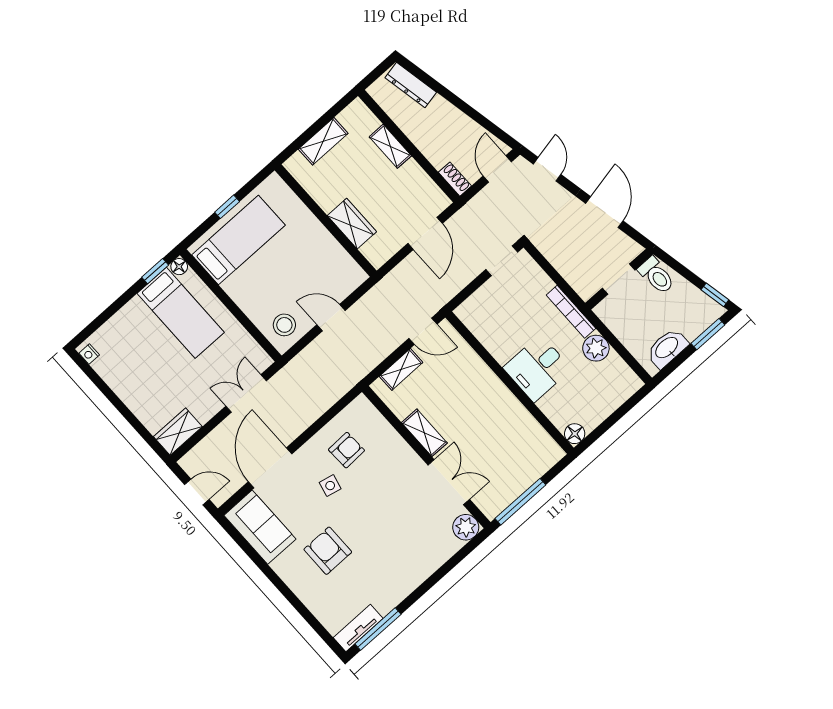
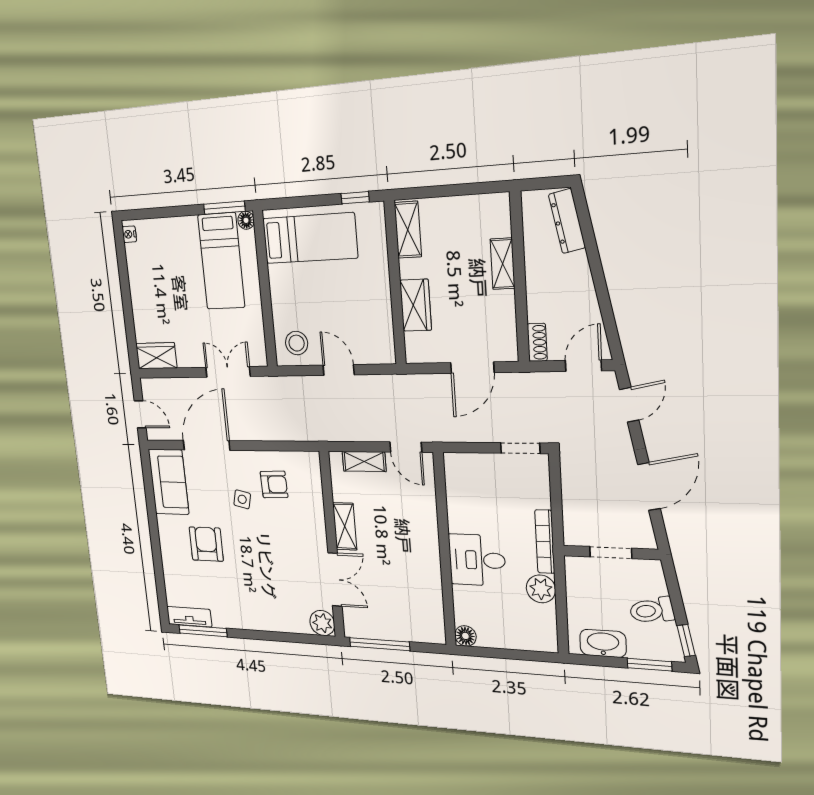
shelving: (323, 141) -> (408, 230), moved, turned 90
window: (227, 207) -> (355, 198), moved
window: (155, 271) -> (224, 208), width x1.50
toilet: (656, 276) -> (652, 610), moved, turned 79

